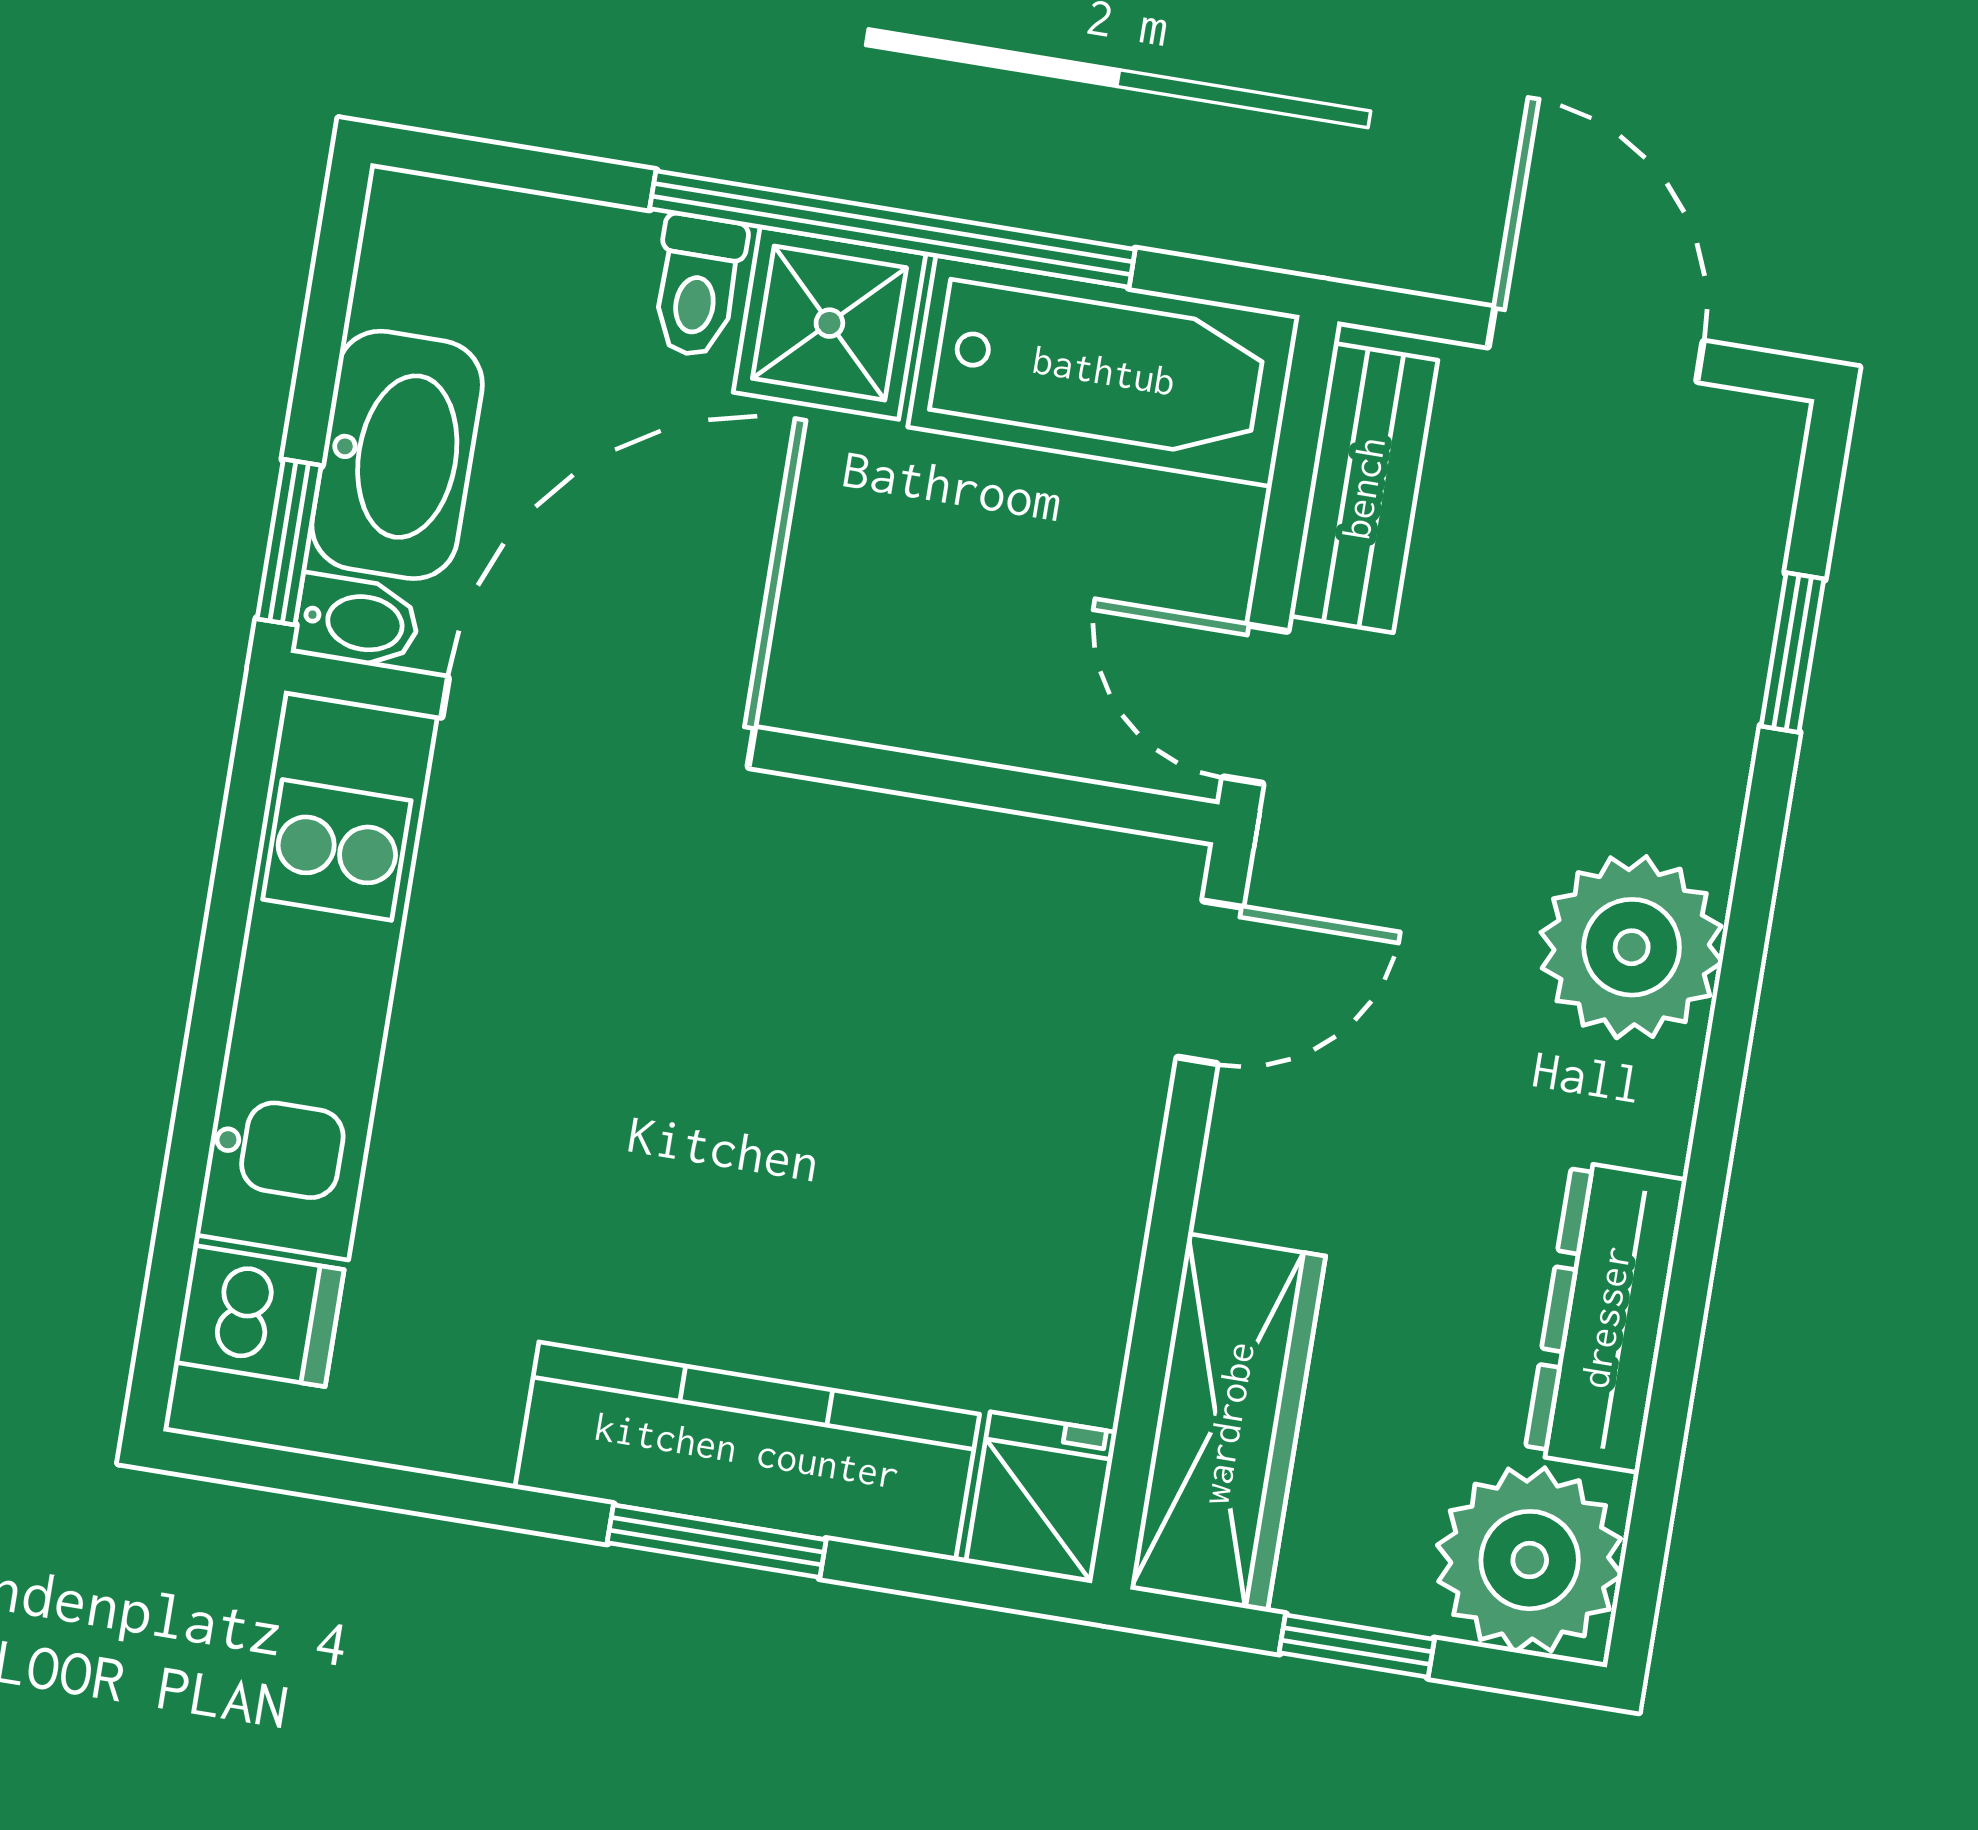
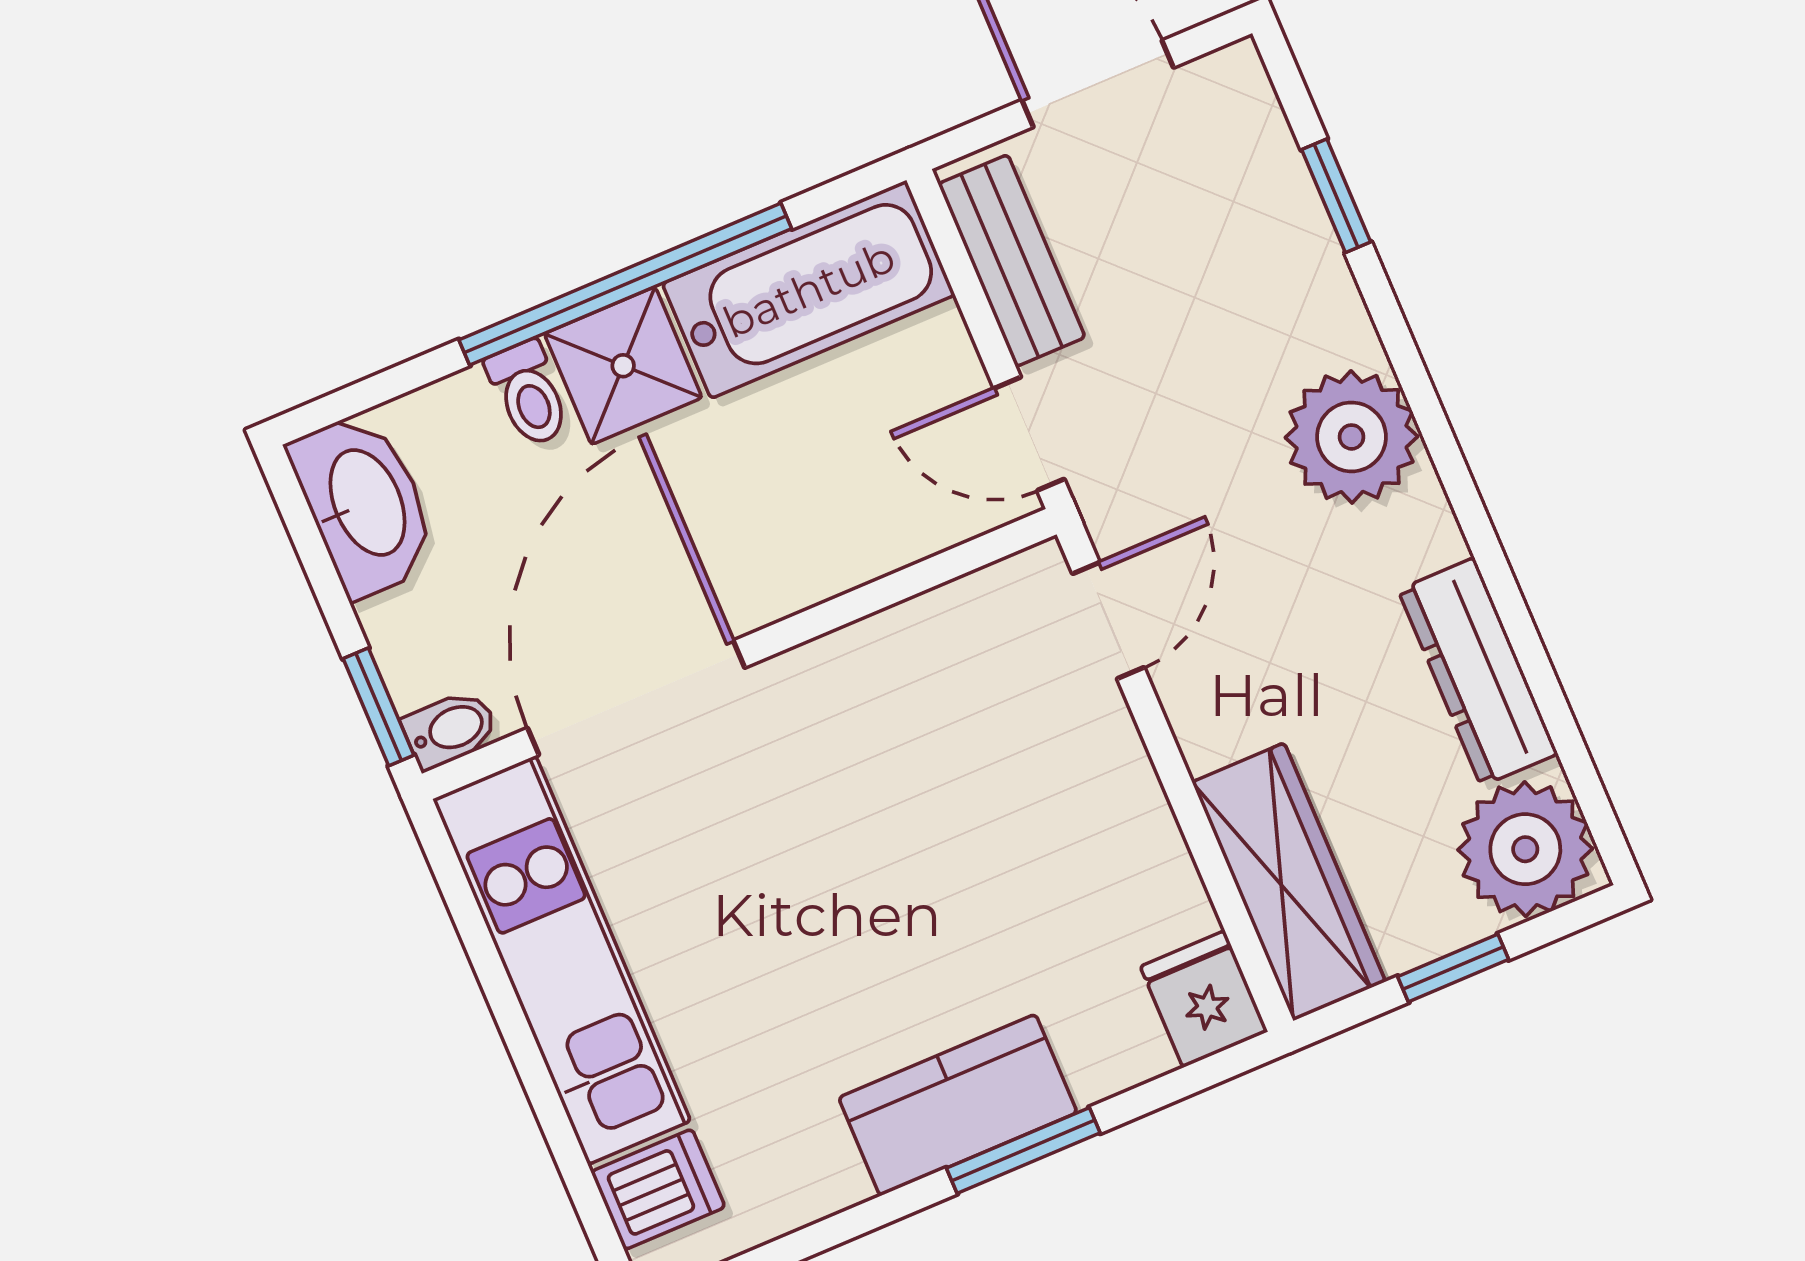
washbasin: (397, 455) -> (365, 504), moved
kitchen counter: (747, 1451) -> (958, 1105), width x0.67

